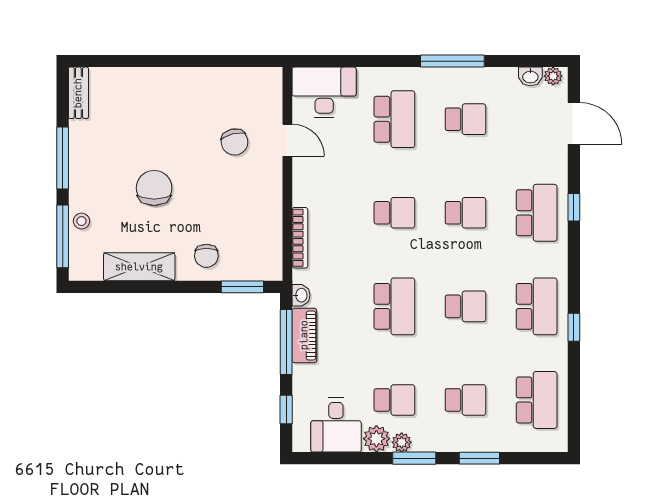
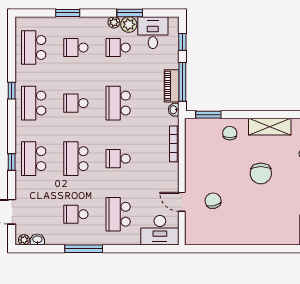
school desk: (466, 213) -> (76, 159), width x1.85
window: (414, 458) -> (130, 13), moved

